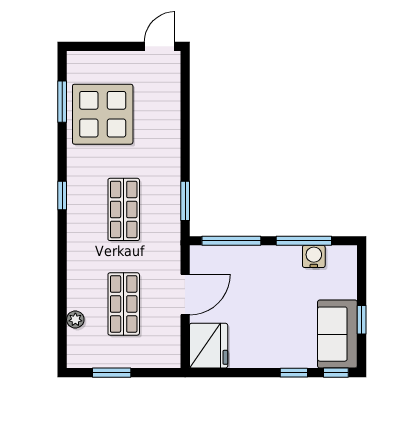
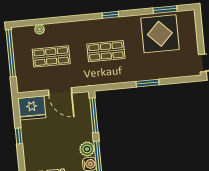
window: (185, 201) -> (147, 83), moved
plant: (288, 258) -> (87, 149), added
window: (112, 373) -> (11, 53), width x2.11
window: (294, 373) -> (19, 136), moved

